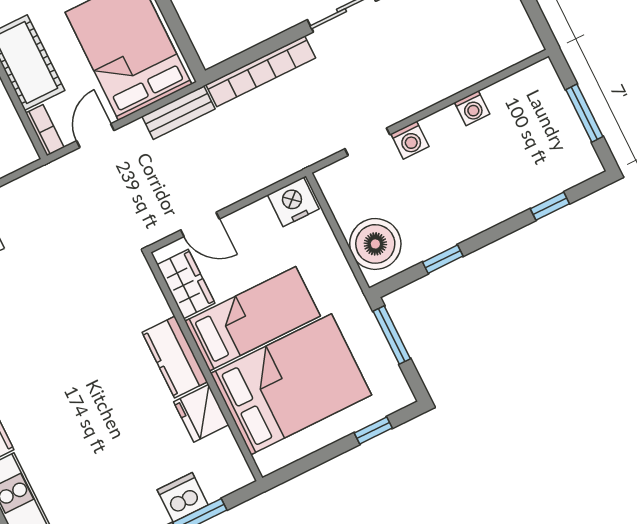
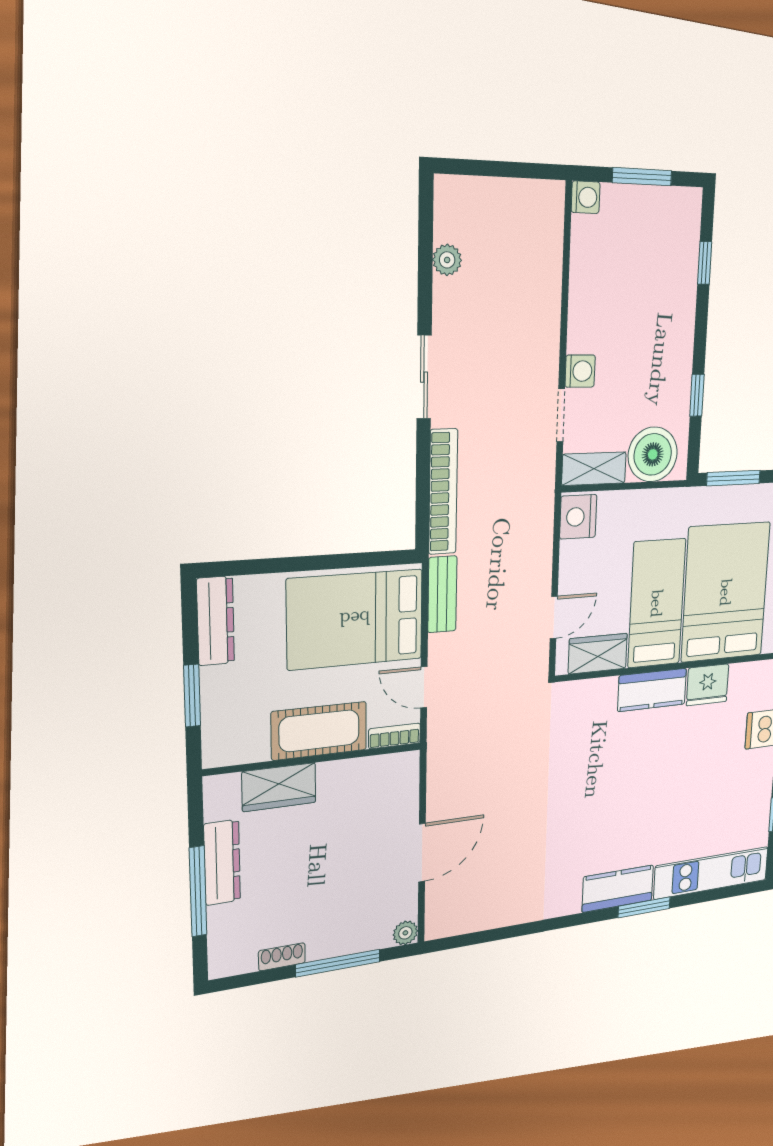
washing machine: (472, 108) -> (586, 197), moved
shelving: (339, 195) -> (594, 469), added

